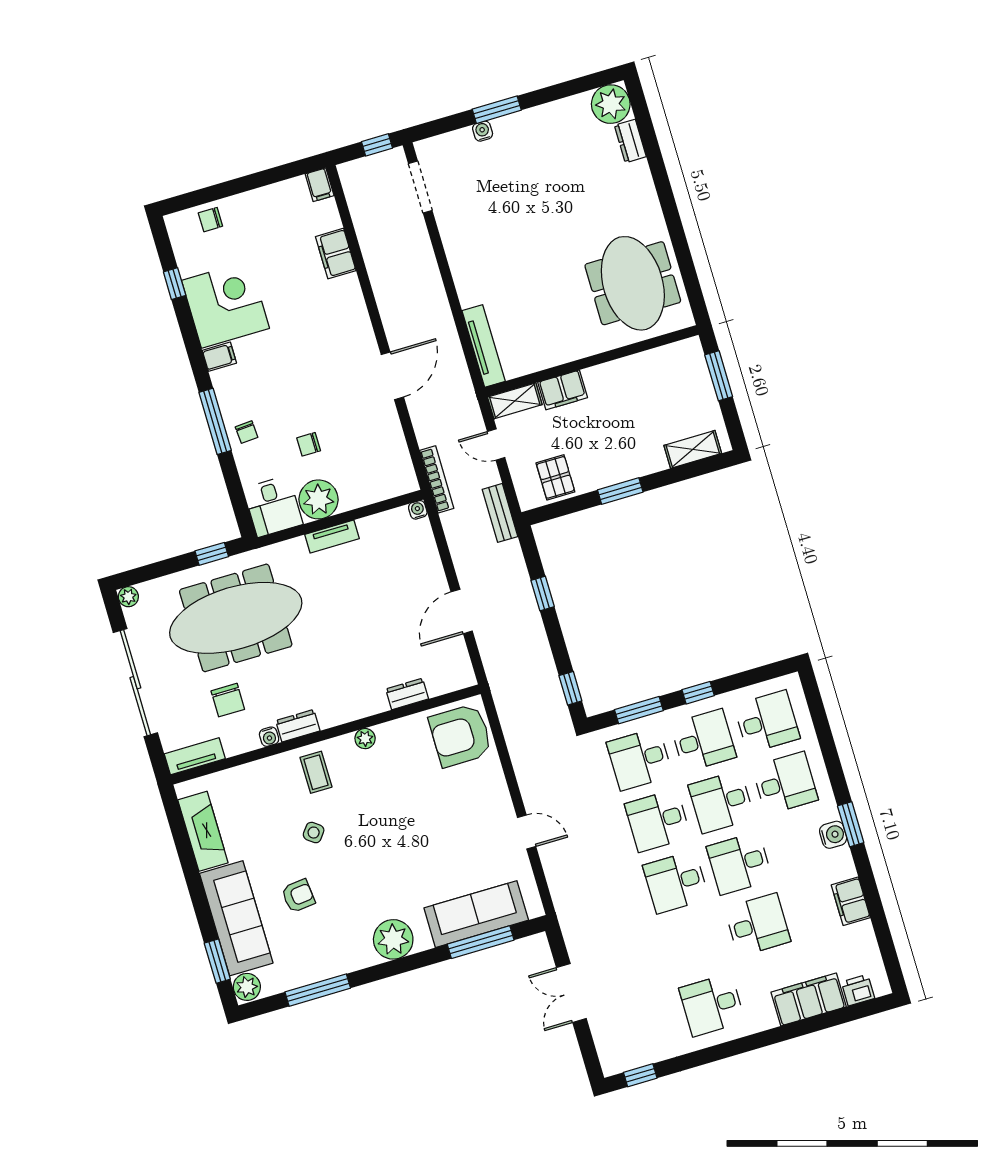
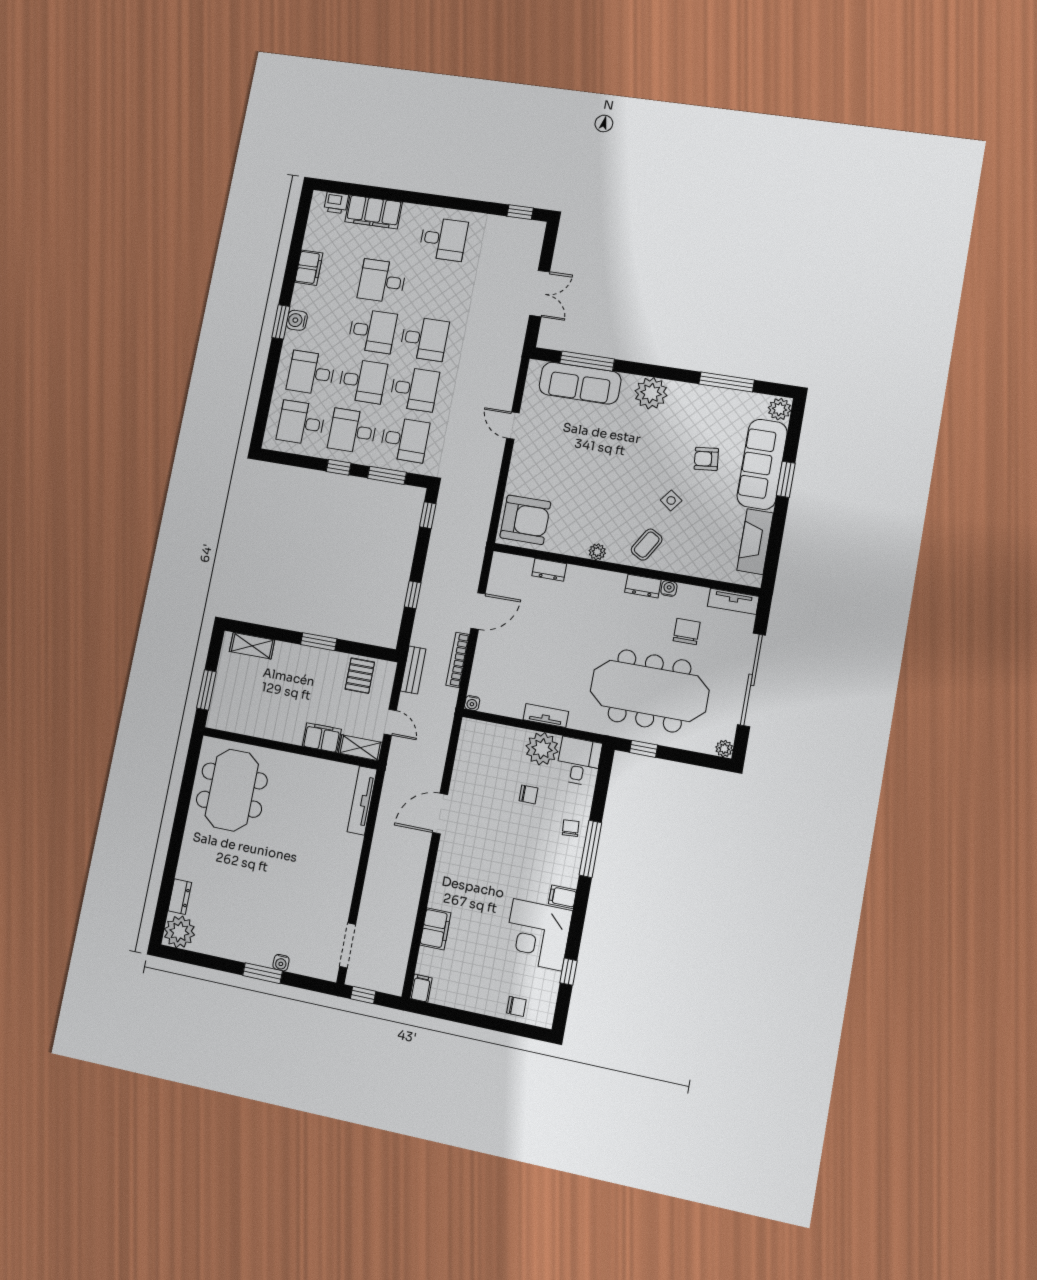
bookcase: (437, 479) -> (458, 660), moved
coffee table: (316, 772) -> (647, 545), turned 31
window: (217, 961) -> (786, 479), moved

